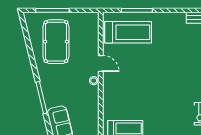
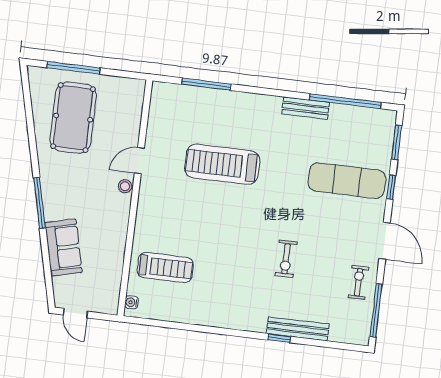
treadmill: (128, 32) -> (222, 164), moved, turned 180
door: (101, 63) -> (139, 161), swing flipped

